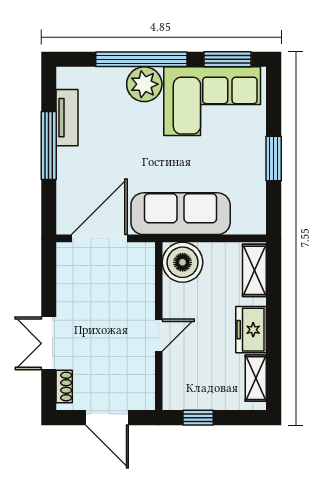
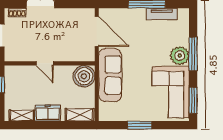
window: (141, 59) -> (193, 54), width x0.68

